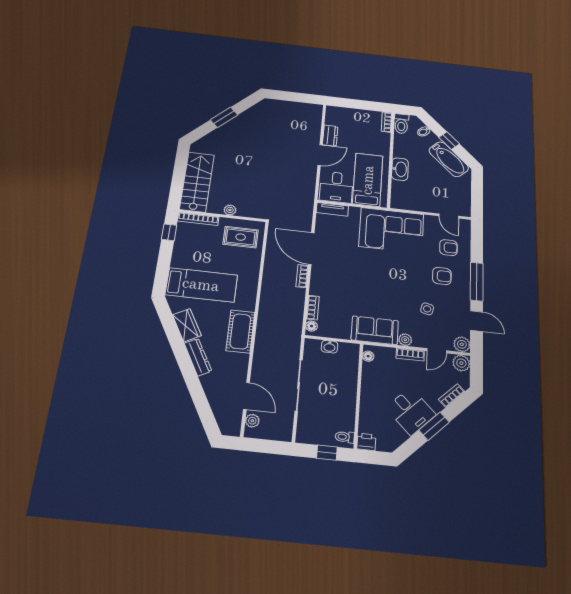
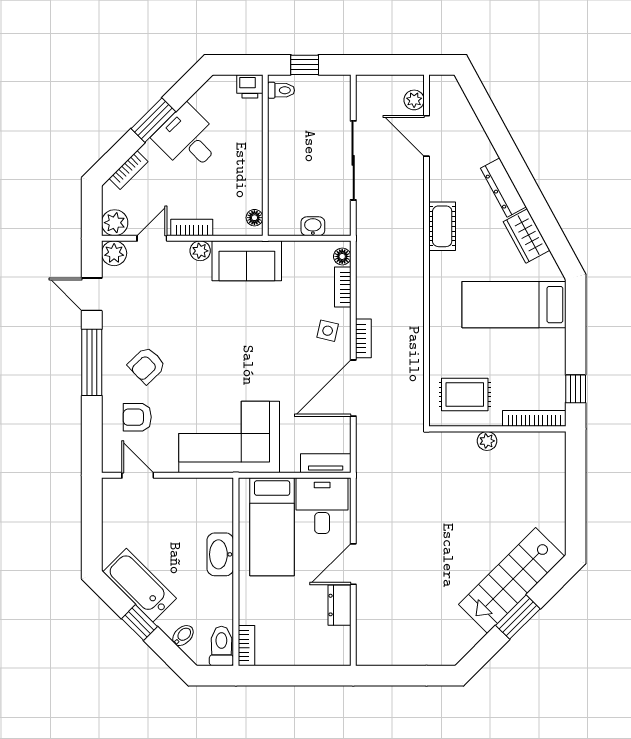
stairs: (197, 182) -> (512, 580), moved, turned 45
door: (311, 249) -> (353, 388), swing flipped
armchair: (442, 276) -> (147, 365), turned -44
side table: (427, 309) -> (328, 331), moved
cot: (240, 331) -> (442, 226), width x0.73, depth x0.75

